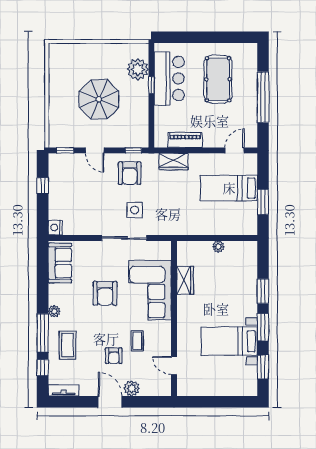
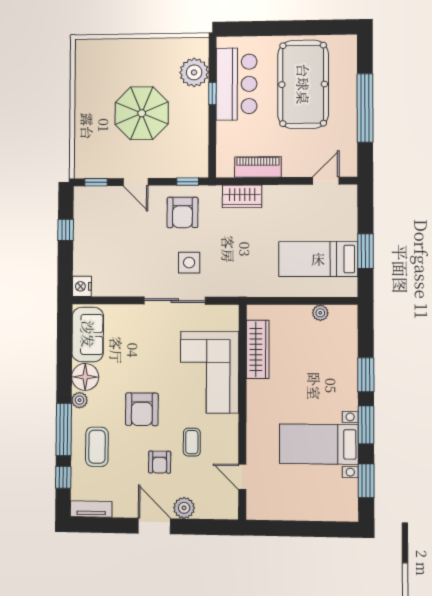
pool table: (218, 79) -> (303, 84), width x1.36, depth x1.32
bed: (229, 188) -> (318, 259), moved
plant: (218, 247) -> (320, 313), moved
wardrobe: (185, 280) -> (258, 349), width x1.50
armchair: (105, 293) -> (142, 409), moved
floor lamp: (58, 294) -> (85, 377), added

